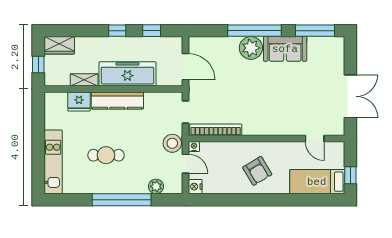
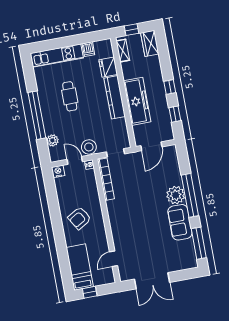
shelving: (84, 80) -> (123, 51), moved
dishwasher: (52, 122) -> (88, 49), added
door: (186, 164) -> (75, 160), swing flipped

